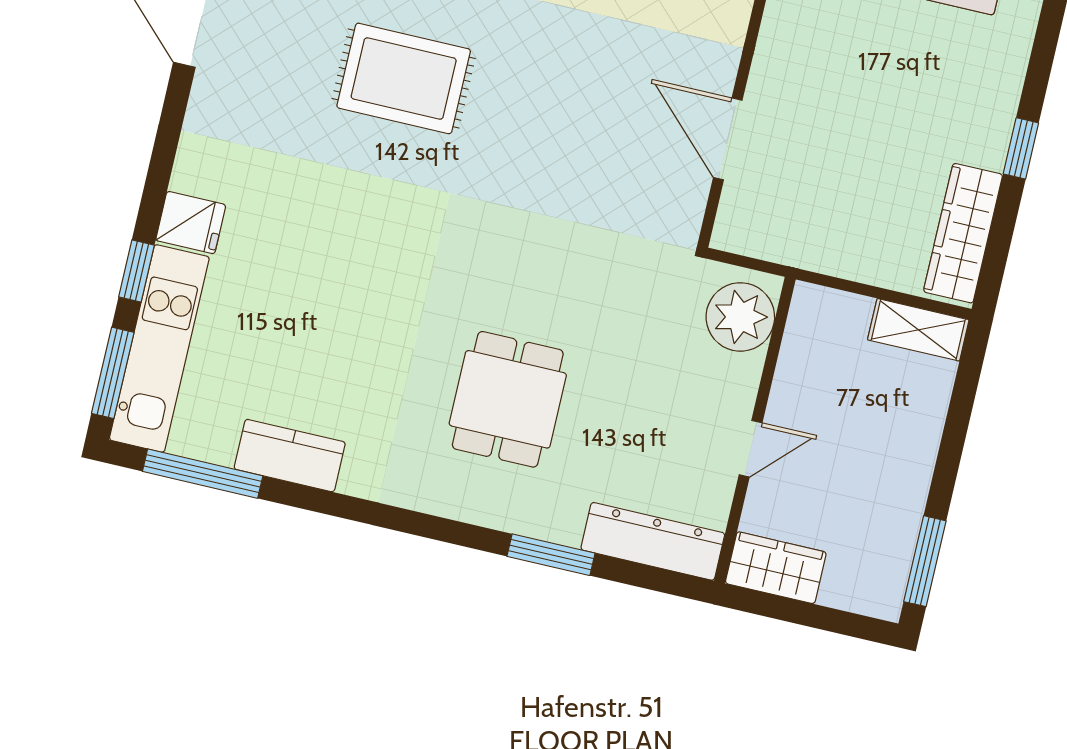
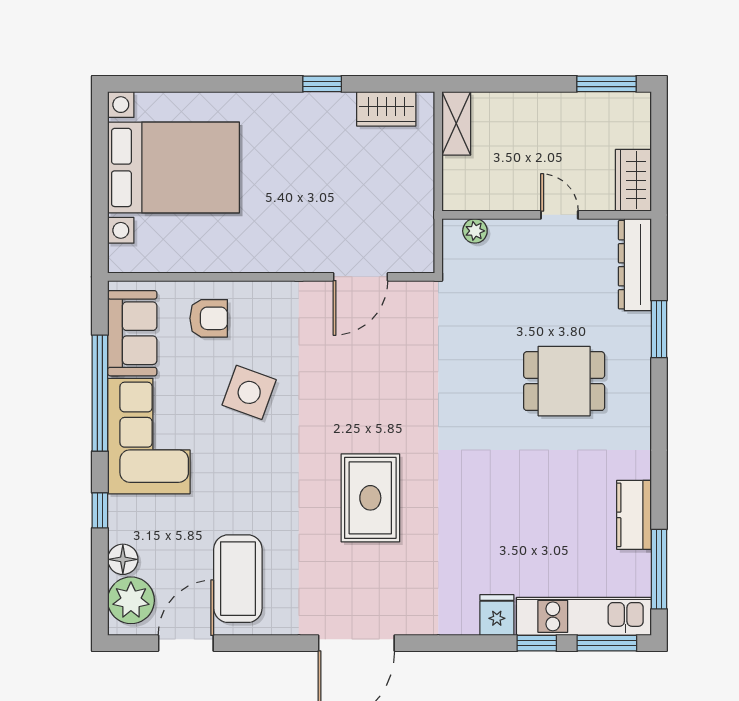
wardrobe: (963, 233) -> (386, 109), width x0.67
plant: (740, 317) -> (475, 231), width x0.53, depth x0.53

